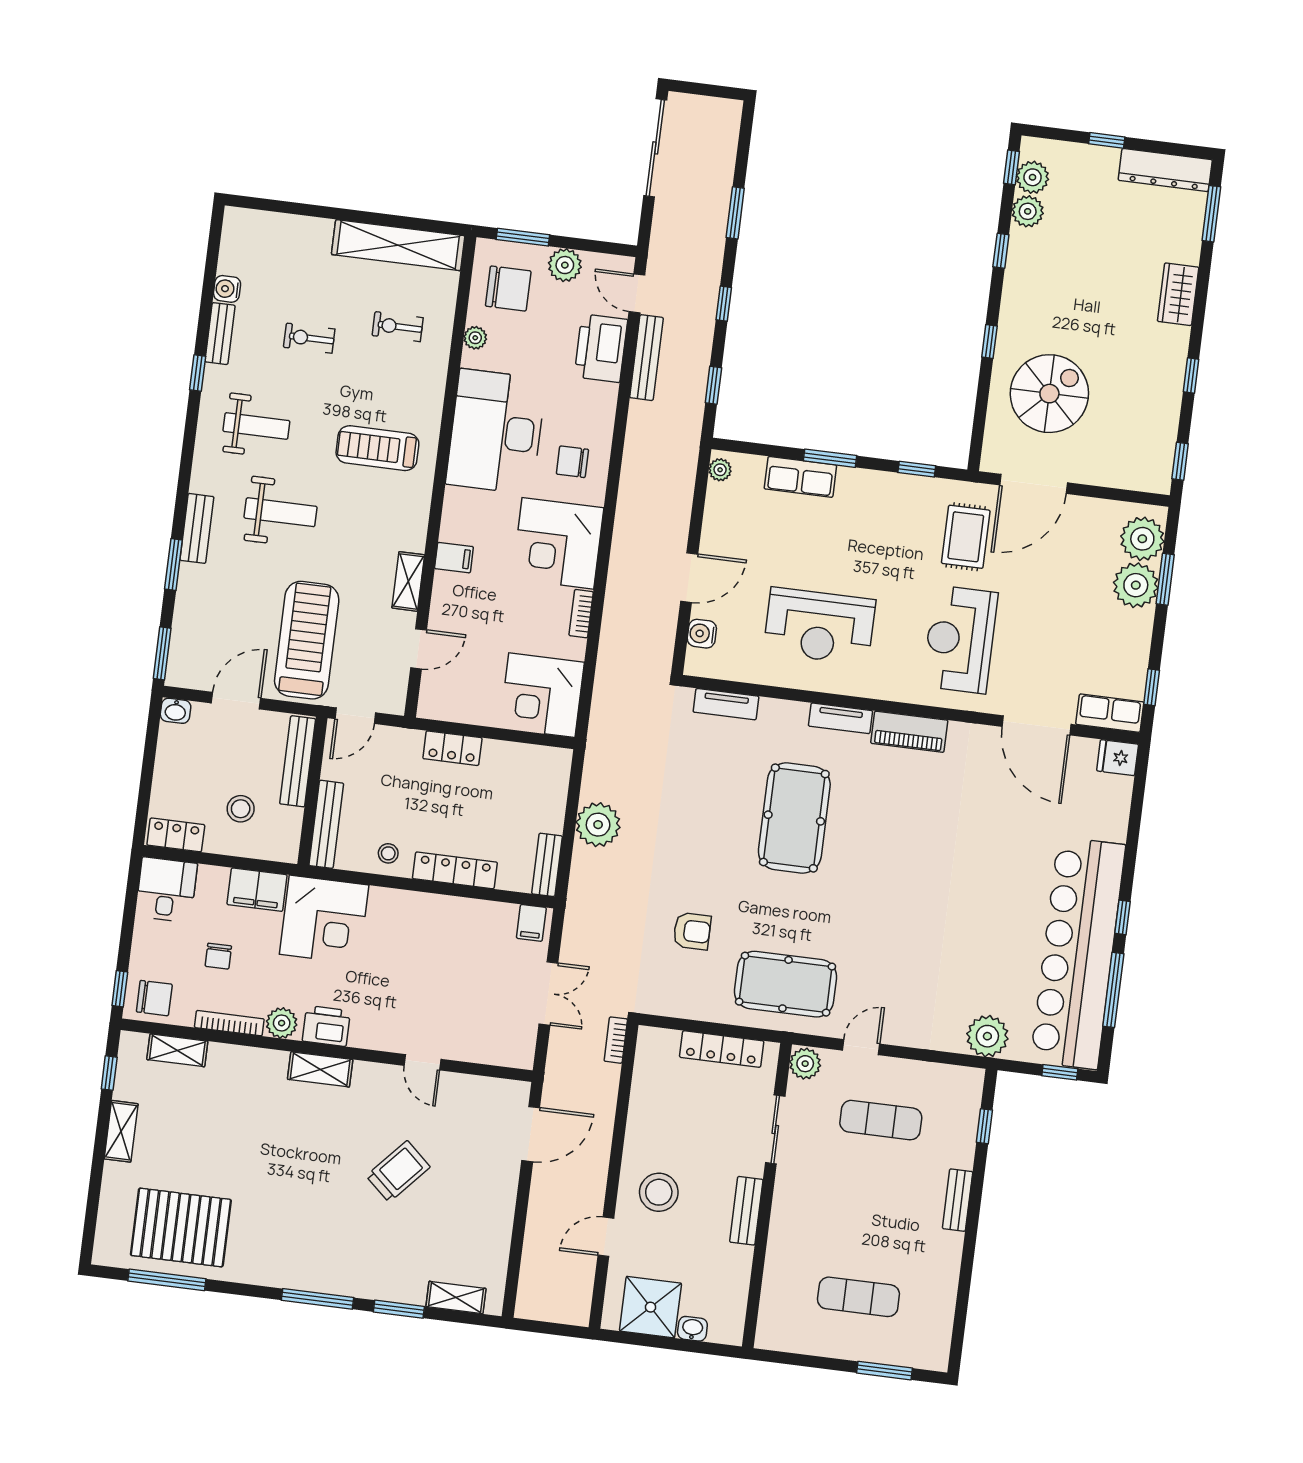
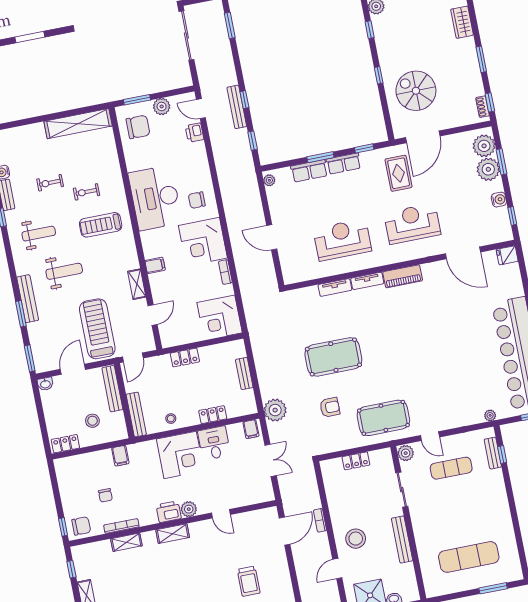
window: (735, 213) -> (230, 25), moved
exercise bike: (398, 327) -> (86, 192), moved
plant: (475, 338) -> (130, 156), removed
printer: (601, 348) -> (195, 133), width x0.53, depth x0.68
bench: (646, 358) -> (237, 107), moved
window: (1191, 375) -> (481, 59), width x1.50
spiral stairs: (1049, 394) -> (416, 91), turned -90
shoe rack: (1164, 465) -> (483, 107), added
bench: (197, 528) -> (28, 299), width x1.36
door: (689, 578) -> (272, 237), swing flipped
reception desk: (819, 626) -> (342, 240), turned 180
water cooler: (702, 634) -> (499, 200), moved, turned 180
reception desk: (960, 639) -> (412, 224), turned 90
tv unit: (726, 704) -> (335, 287), moved
row of seats: (1110, 713) -> (344, 164), moved, turned 180
pool table: (794, 818) -> (333, 357), moved, turned 90
plant: (598, 825) -> (275, 410), moved
bench: (547, 865) -> (244, 373), moved
locker: (455, 870) -> (213, 415), width x0.66
desk: (166, 890) -> (214, 443), moved
filing cabinet: (257, 890) -> (120, 456), width x0.50
corner desk: (324, 920) -> (180, 455), moved
plant: (282, 1023) -> (189, 509), moved
plant: (987, 1036) -> (490, 415), width x0.53, depth x0.53
bookcase: (616, 1040) -> (320, 520), moved
door: (861, 1047) -> (430, 436), swing flipped
locker: (722, 1049) -> (356, 461), width x0.66
shelving: (177, 1050) -> (126, 542), moved
trolley: (398, 1171) -> (249, 581), moved, turned 138
bench: (958, 1200) -> (493, 453), moved
bench: (746, 1211) -> (402, 539), width x1.36
exercise mat: (858, 1297) -> (469, 557), width x1.36, depth x1.45

